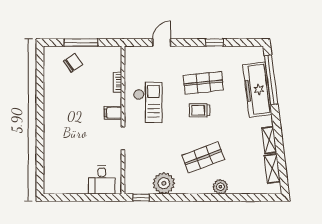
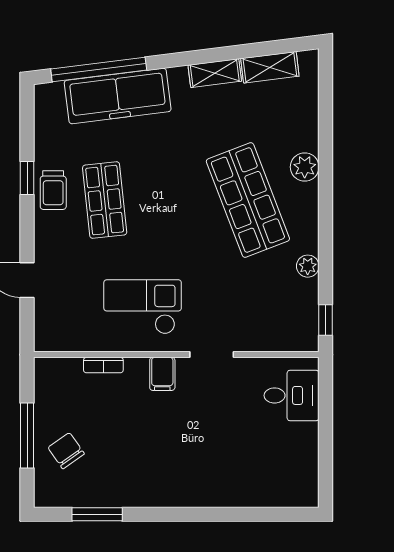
window: (40, 79) -> (97, 514), added
trolley: (200, 110) -> (53, 190), moved
shop shelf: (203, 157) -> (248, 200), width x1.43, depth x1.36
plant: (164, 183) -> (308, 266), width x0.53, depth x0.53

